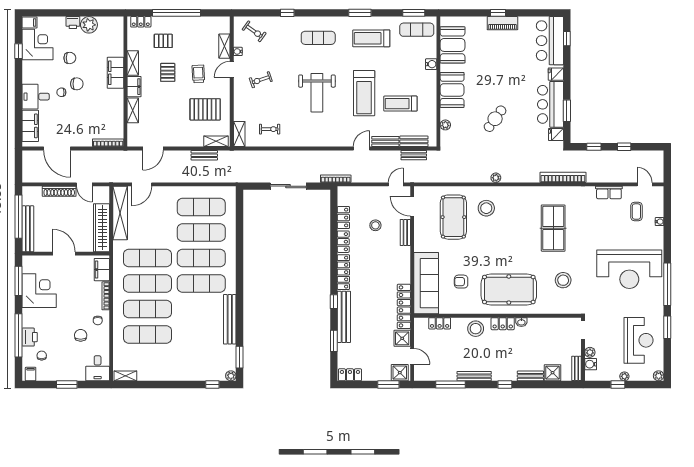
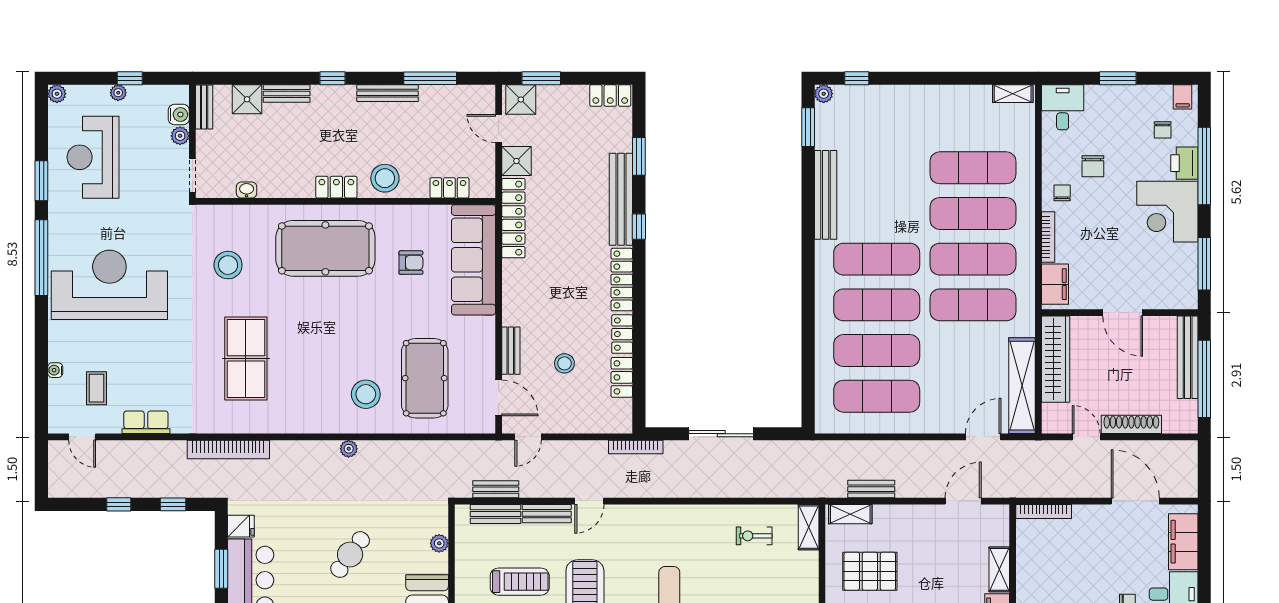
corner desk: (39, 291) -> (1167, 212), moved
washbasin: (521, 322) -> (247, 190), moved

